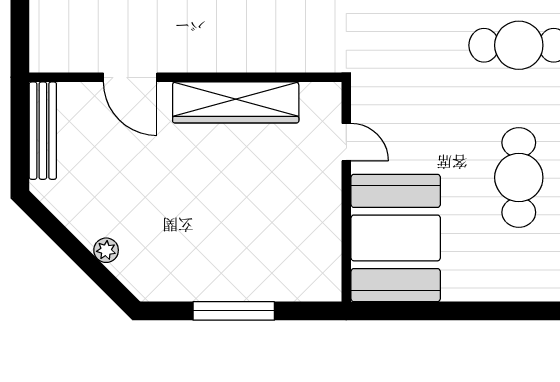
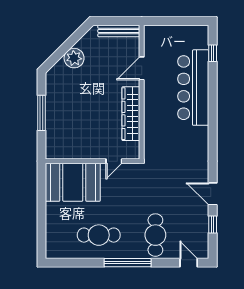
plant: (106, 250) -> (74, 58), width x1.87, depth x1.87

